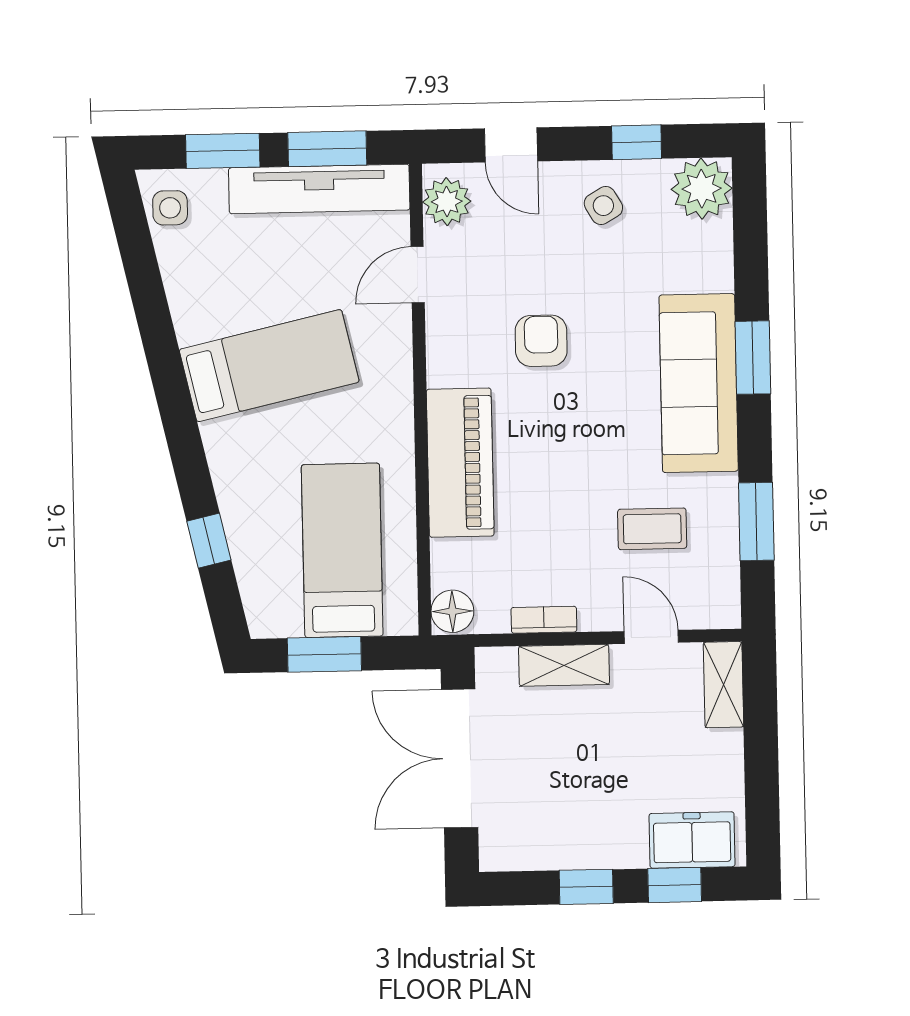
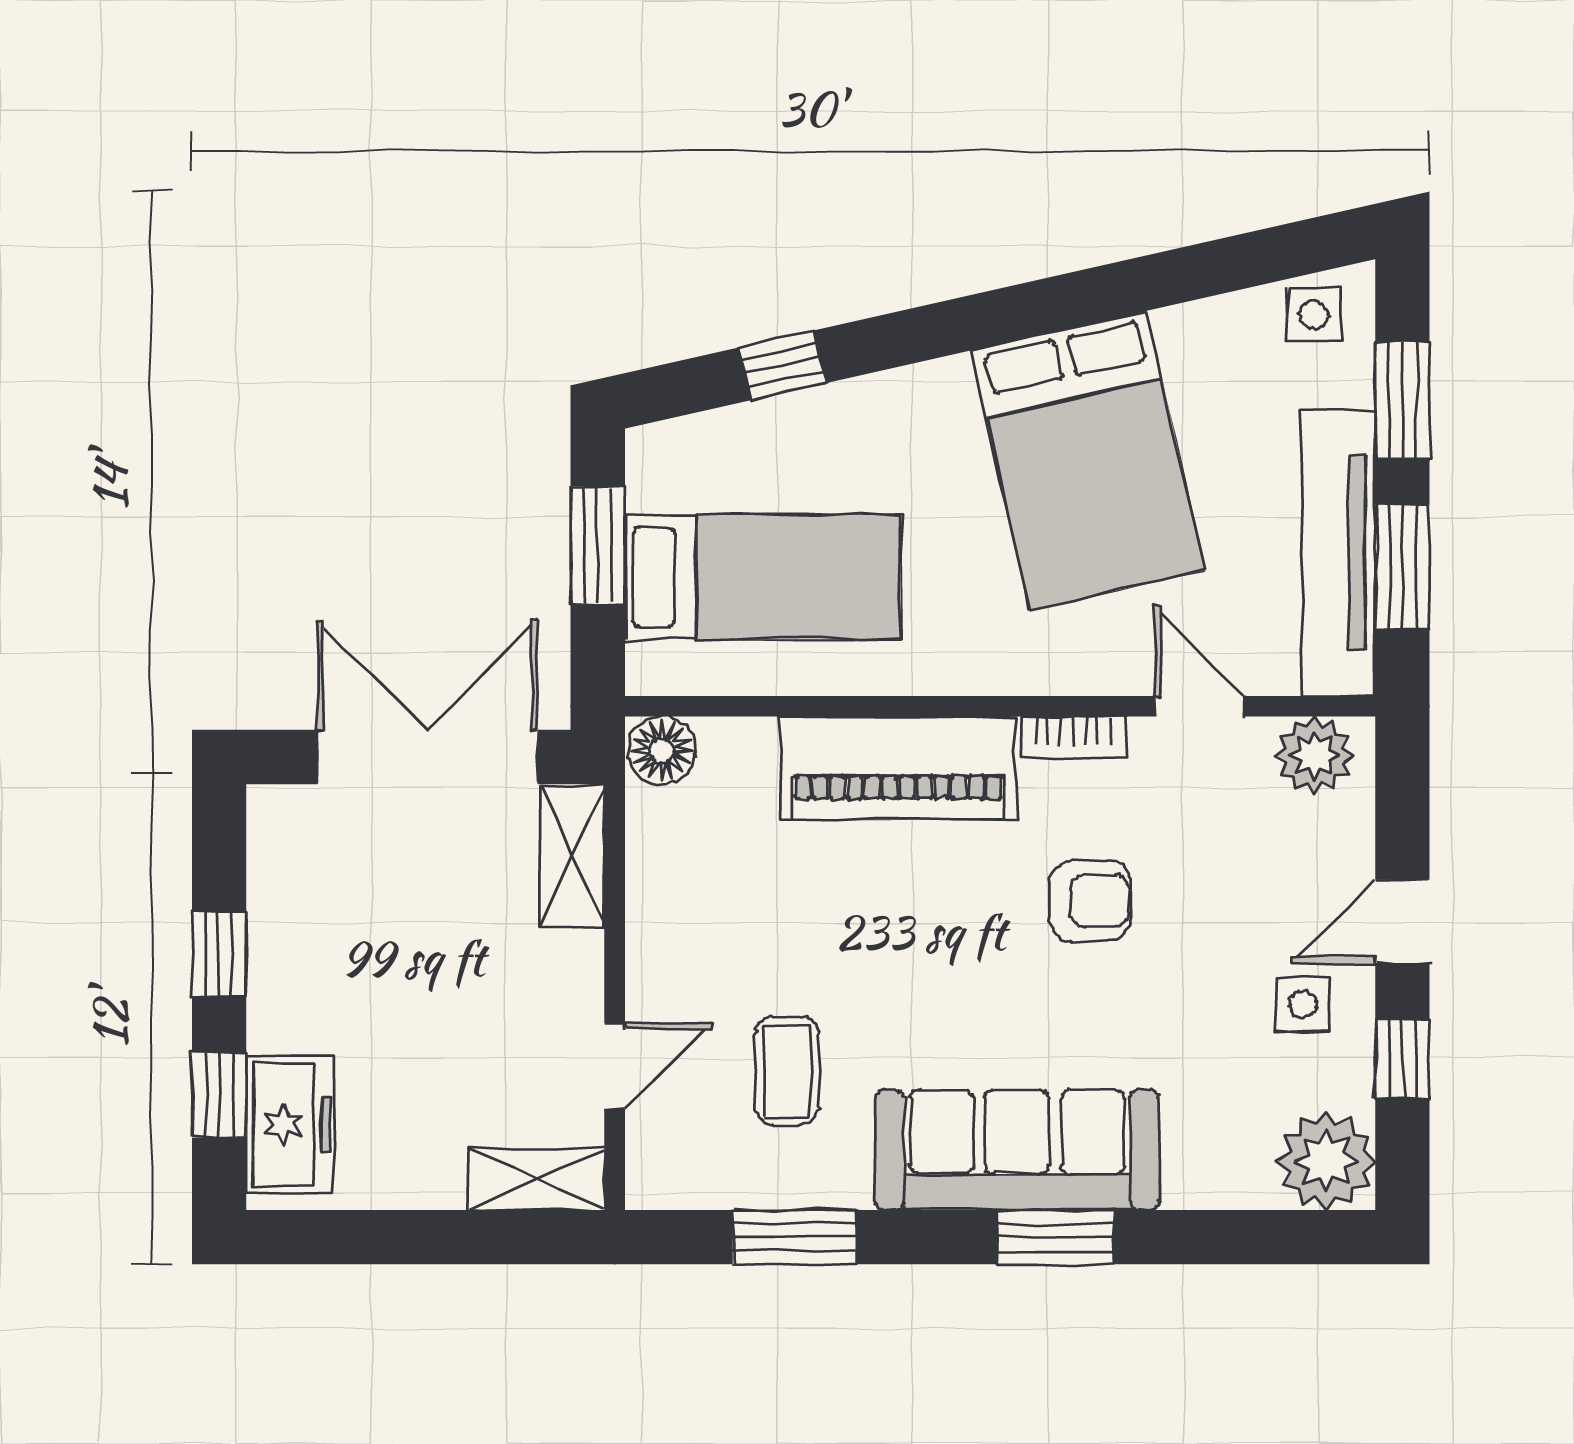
door: (511, 145) -> (1402, 921), moved
side table: (603, 206) -> (1303, 1004), turned 30
bed: (269, 366) -> (1088, 460), width x1.50
bookcase: (544, 620) -> (1074, 737), moved, turned 90
shelving: (564, 665) -> (572, 856), moved

